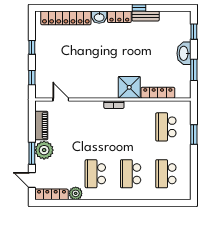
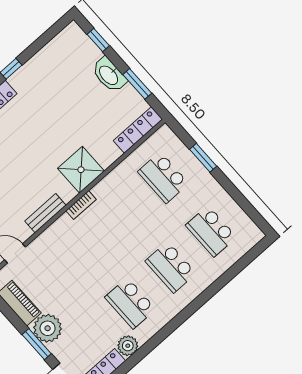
bench: (146, 16) -> (45, 213), moved
locker: (158, 93) -> (138, 130), moved

